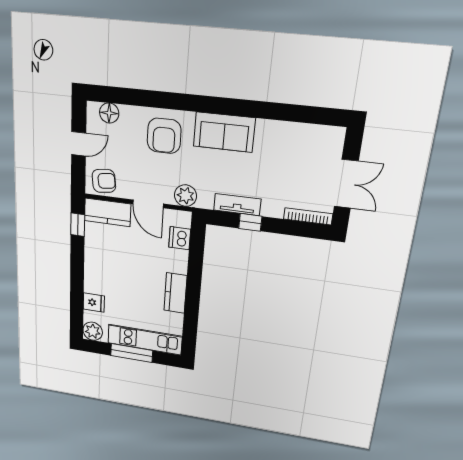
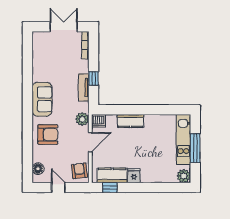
kitchen counter: (107, 212) -> (112, 175), moved, turned -90
dishwasher: (180, 238) -> (99, 121), moved
kitchen counter: (175, 293) -> (131, 121), moved
fridge: (94, 303) -> (134, 176), moved

